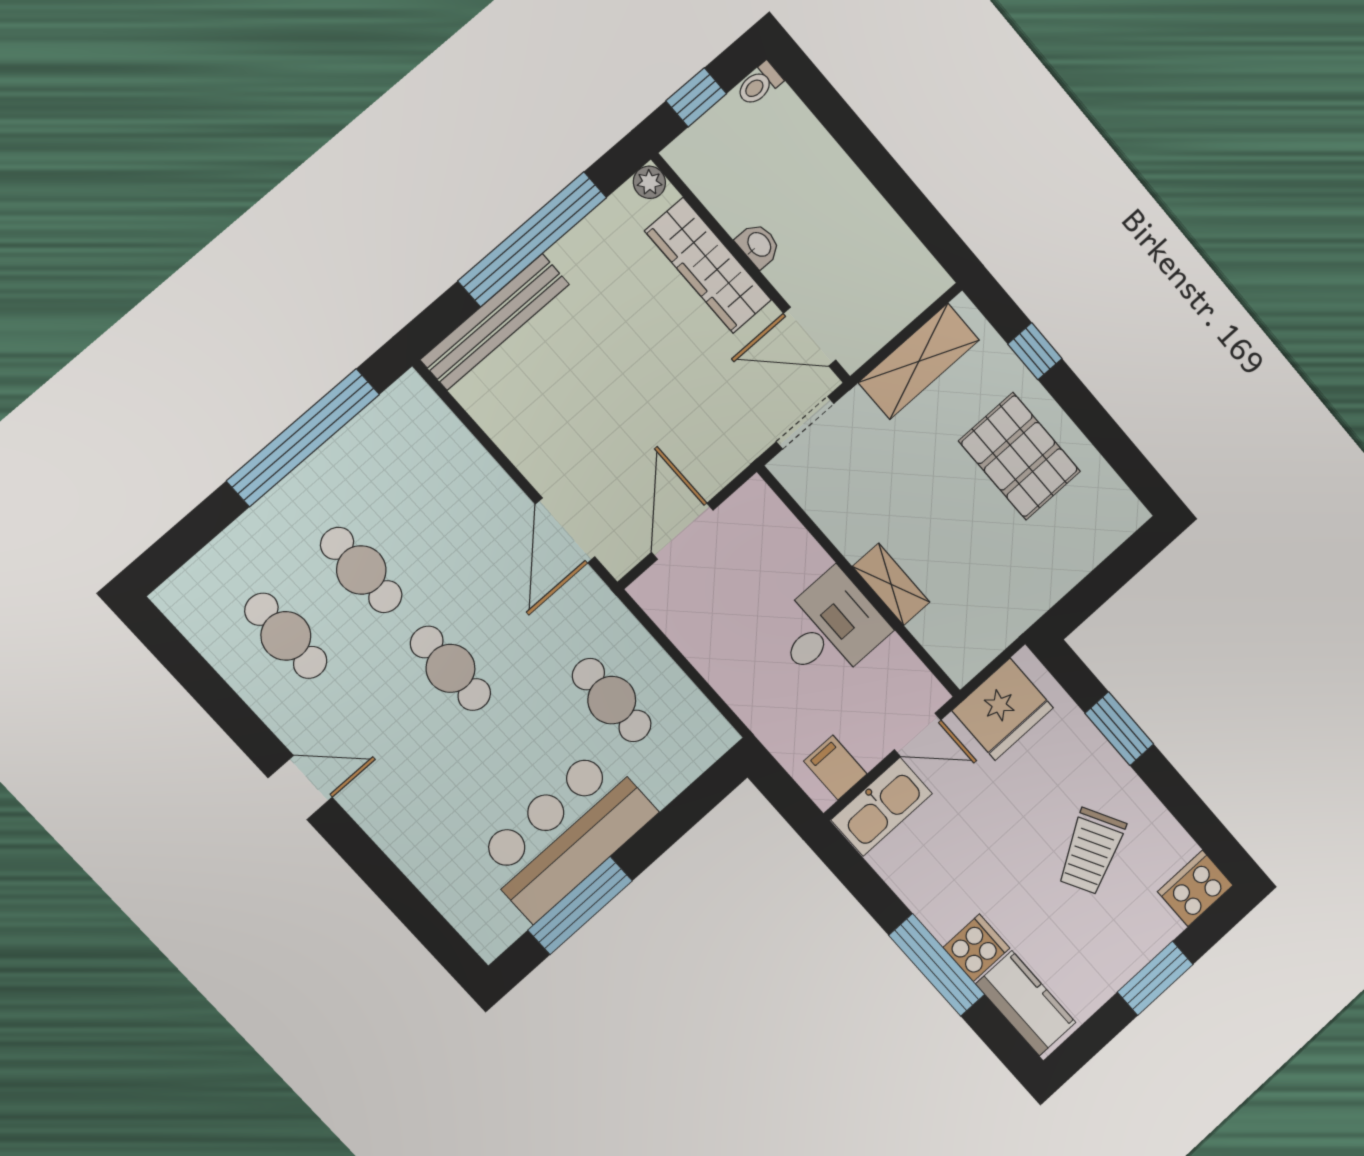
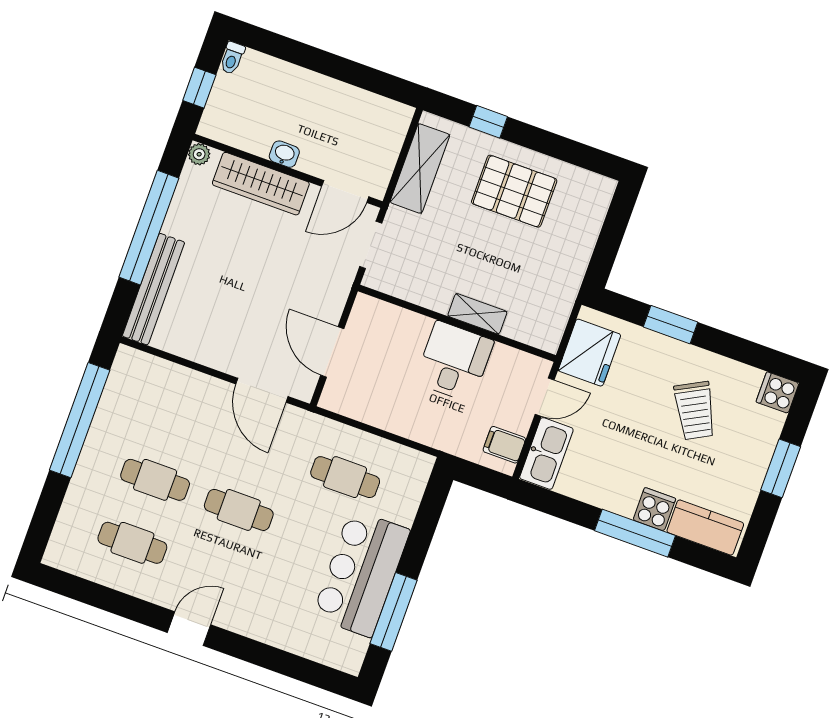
cooker: (1195, 888) -> (777, 393), width x0.73

